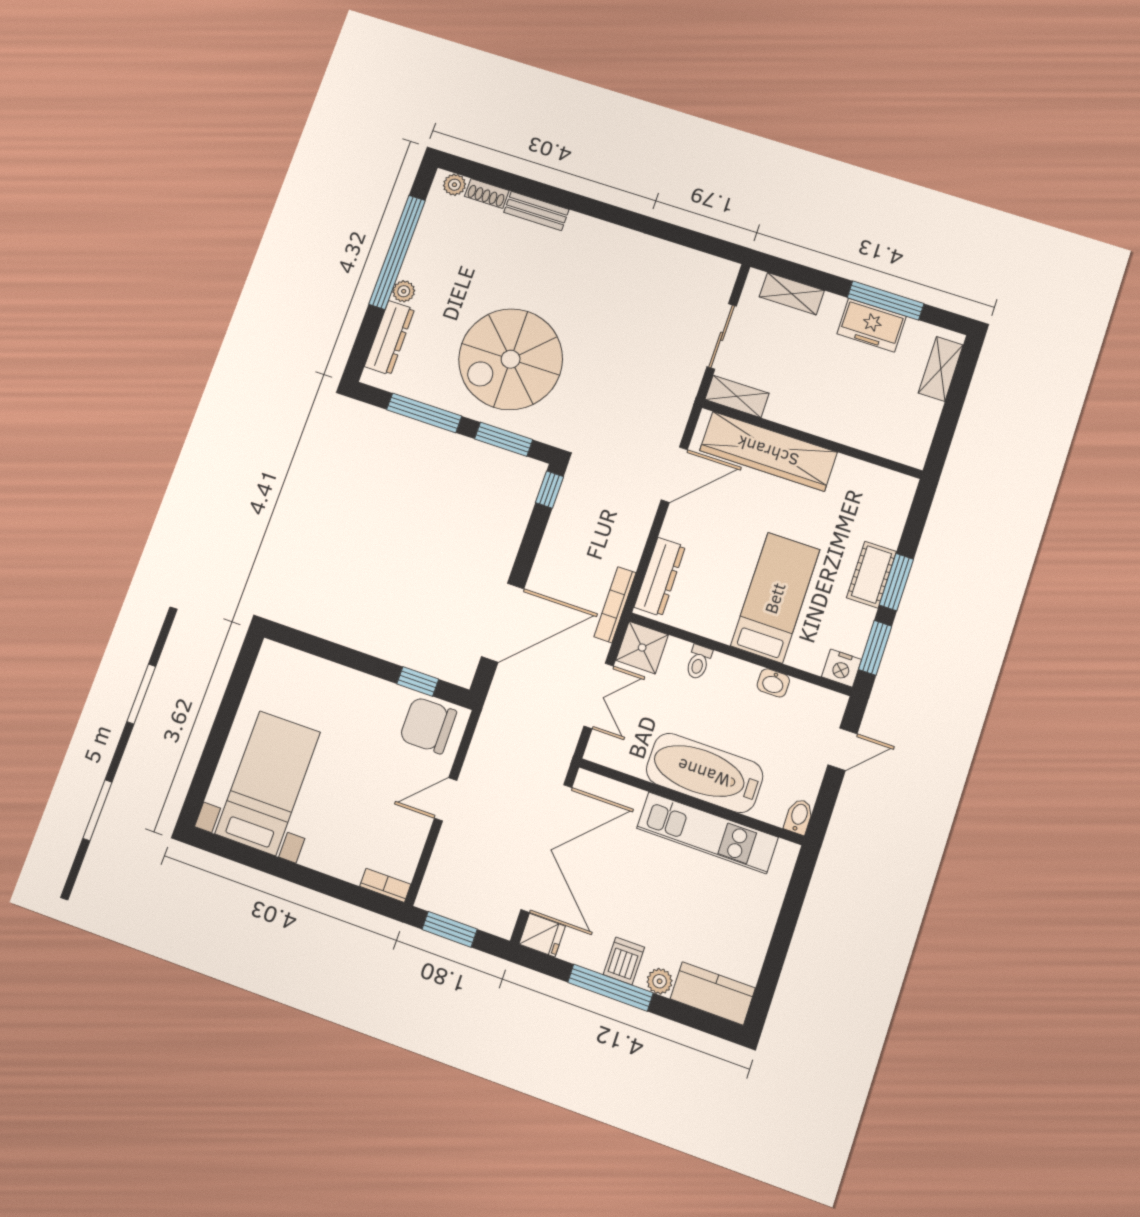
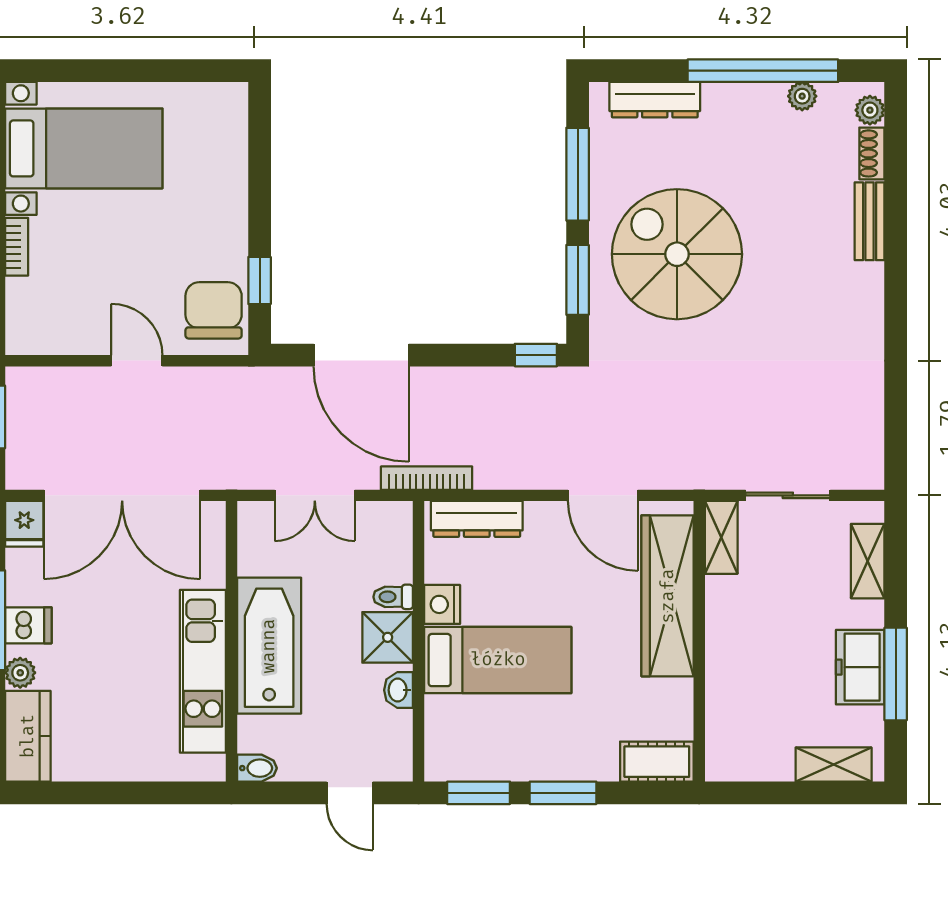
plant: (404, 291) -> (802, 96), moved
cot: (871, 575) -> (657, 762), moved
shower: (642, 648) -> (388, 637), moved
nightstand: (842, 668) -> (442, 604), moved
bookcase: (385, 885) -> (17, 247), moved

